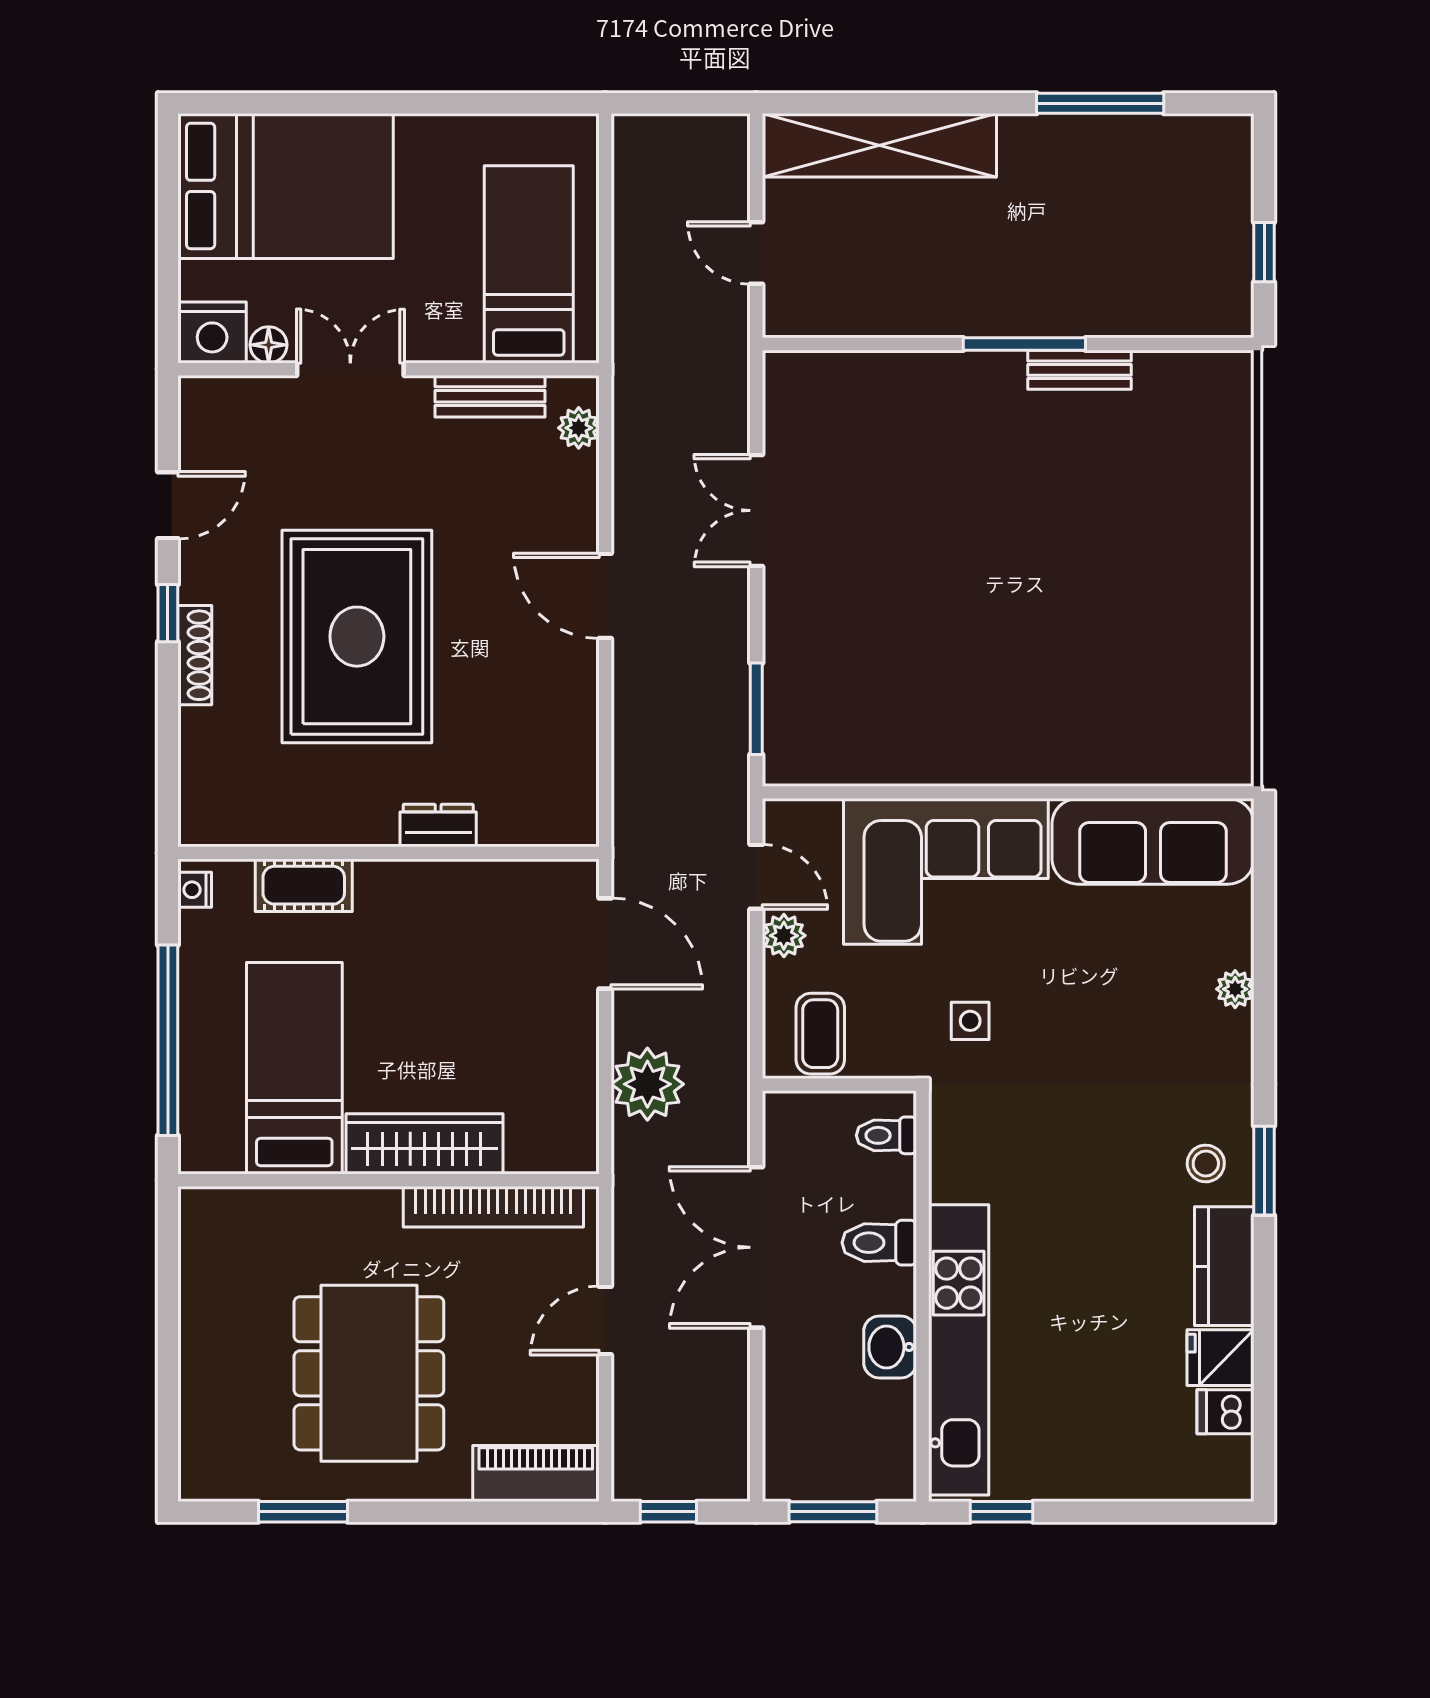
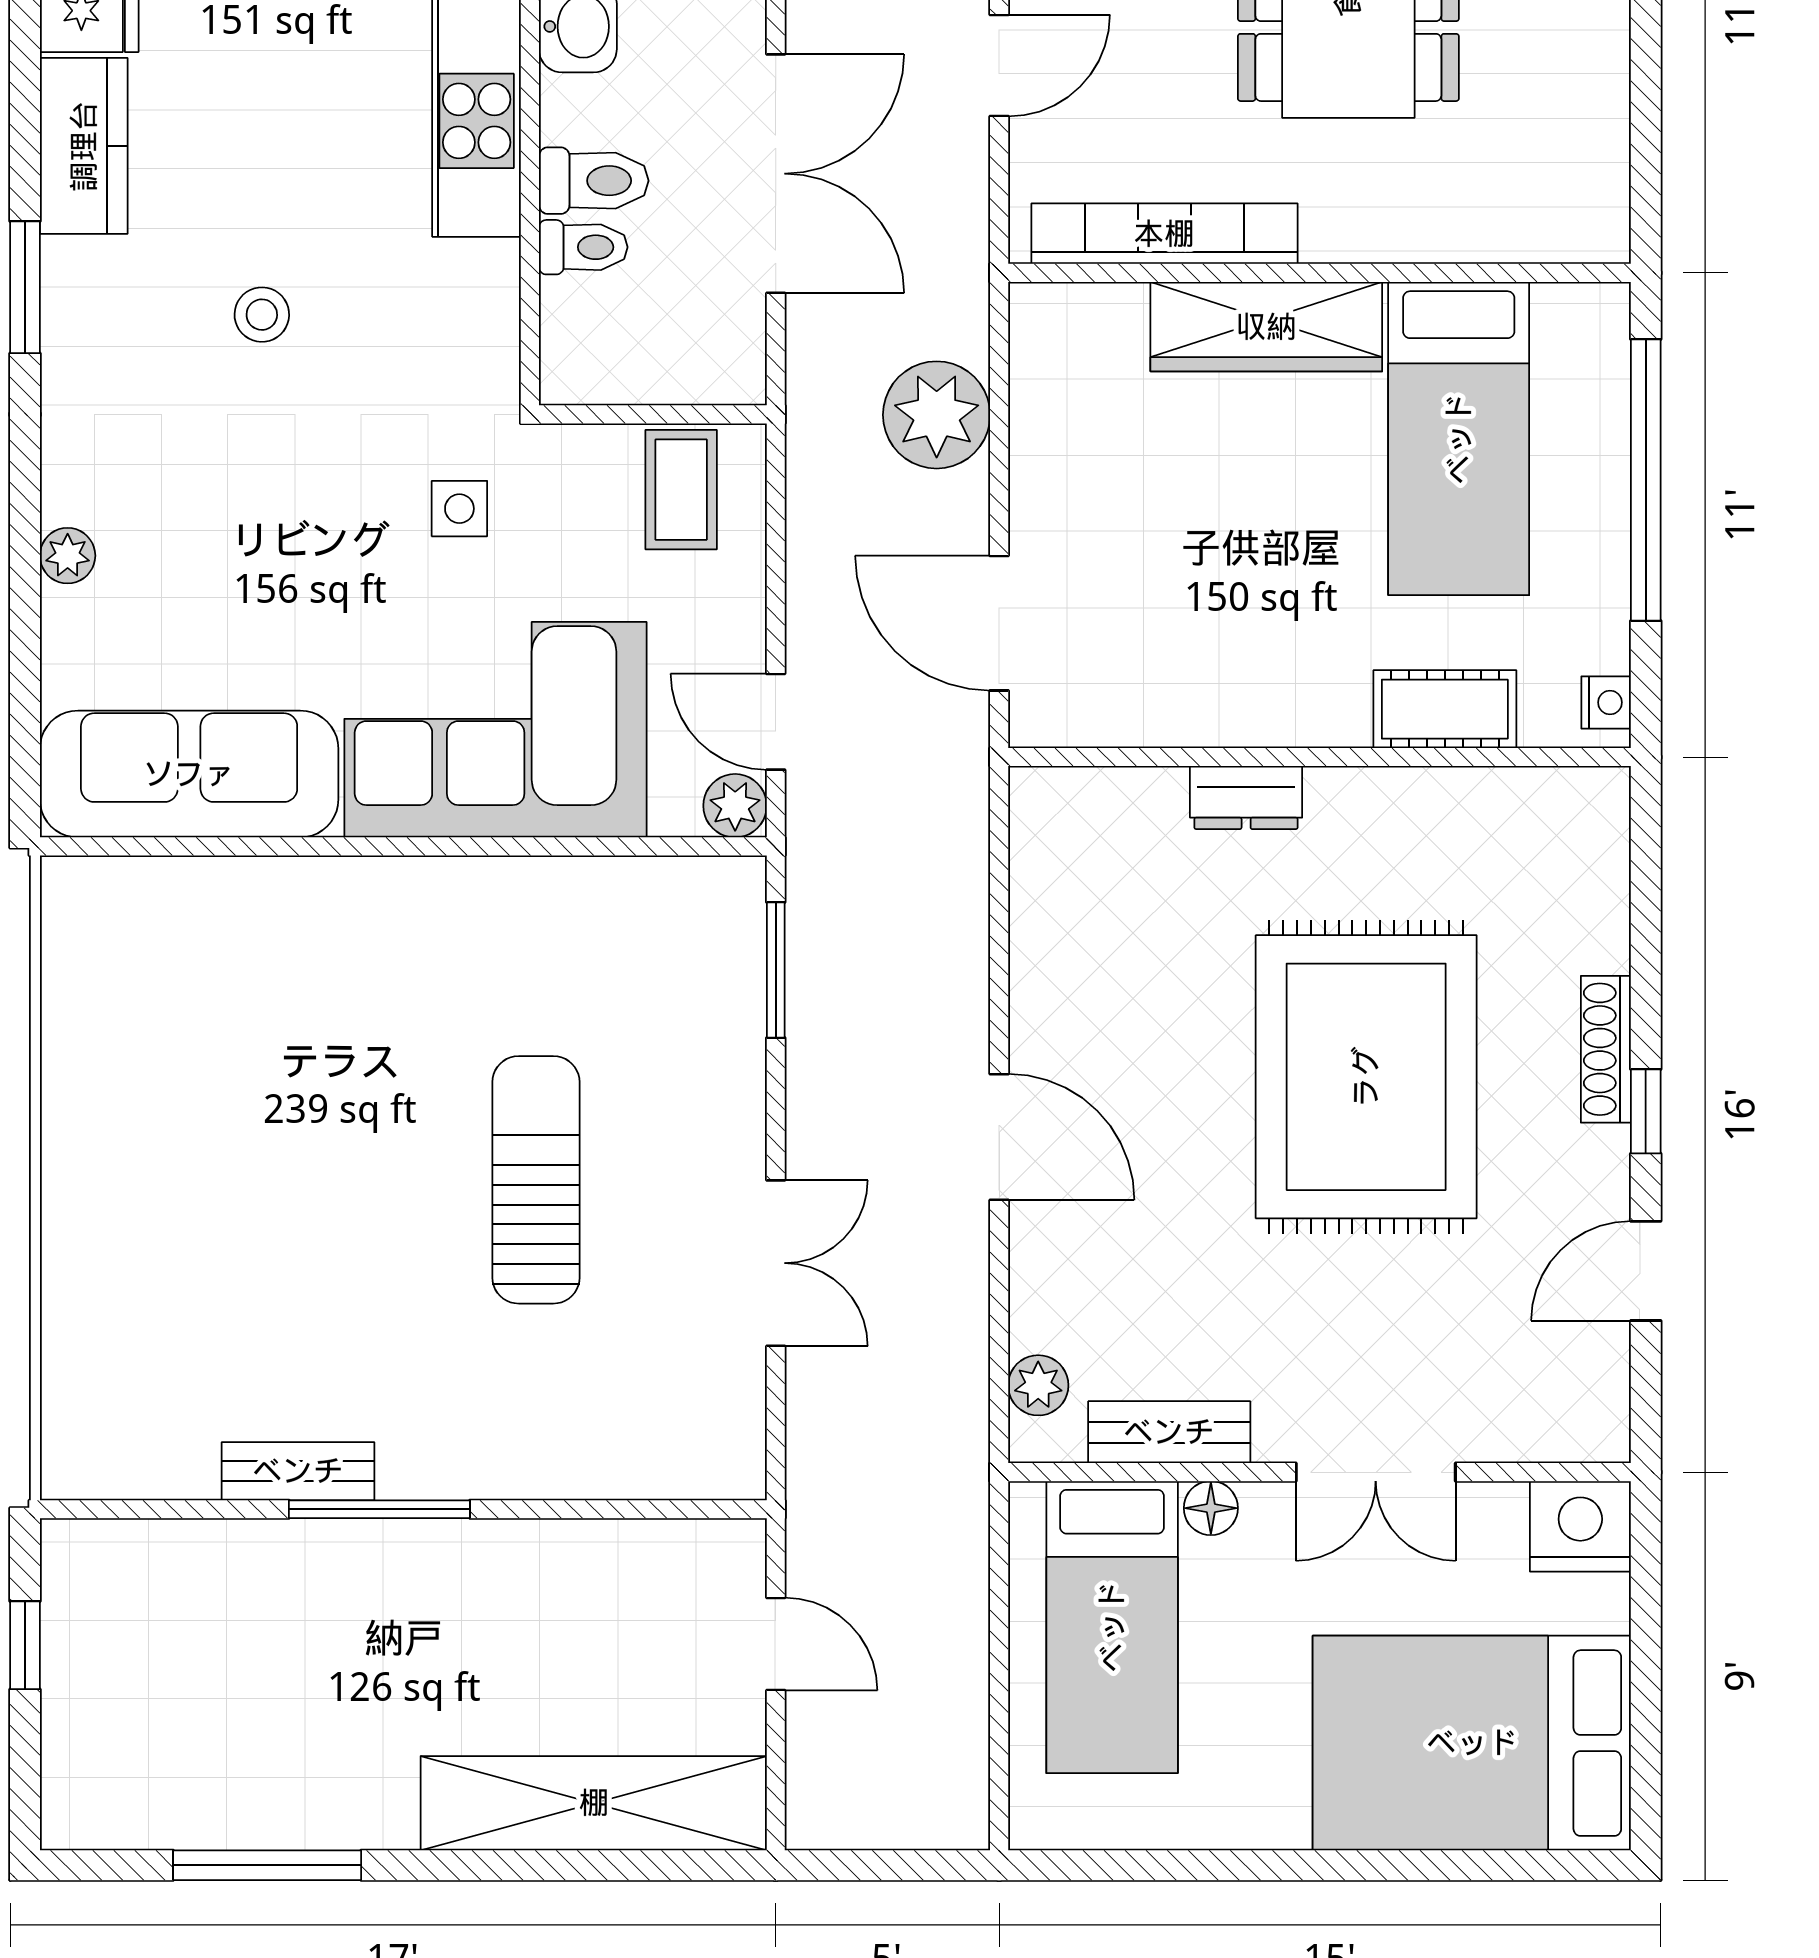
floor lamp: (269, 345) -> (1211, 1508), moved
sun lounger: (918, 567) -> (536, 1180), added
plant: (784, 936) -> (735, 806), moved
toilet: (886, 1135) -> (583, 247), moved
stool: (1206, 1163) -> (262, 315), moved

